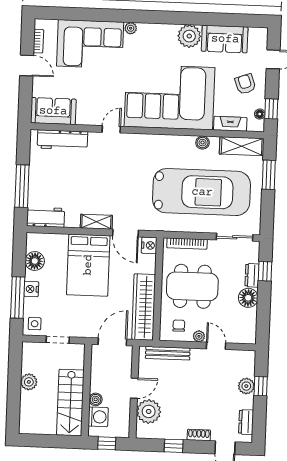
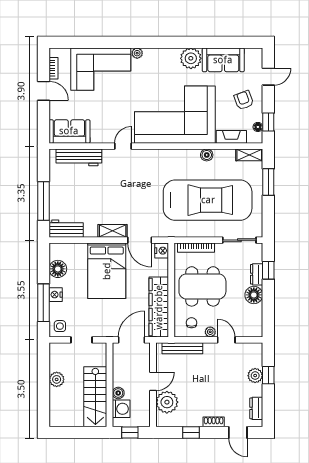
shelving: (242, 146) -> (249, 155), width x0.67, depth x0.75

